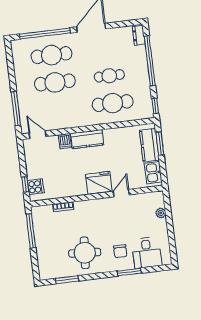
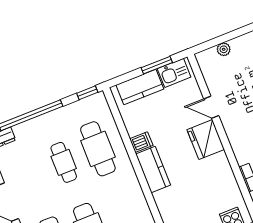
dishwasher: (65, 141) -> (141, 142), moved
window: (160, 143) -> (157, 65), moved

